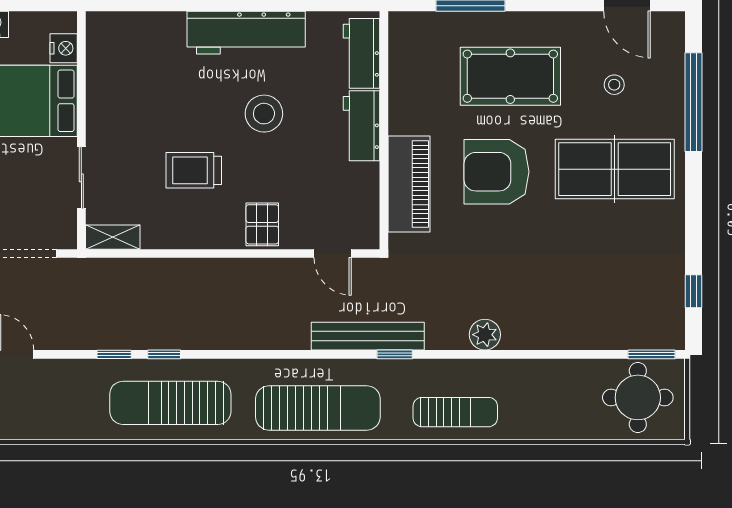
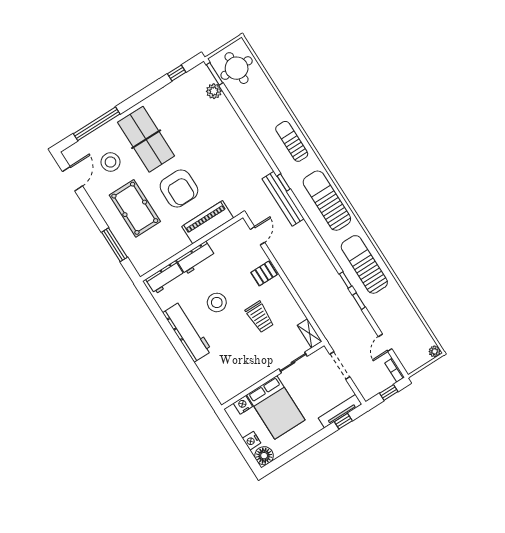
stool: (614, 85) -> (110, 162), width x1.89, depth x1.89
plant: (485, 335) -> (214, 91), moved
sun lounger: (170, 403) -> (364, 264), turned 180

